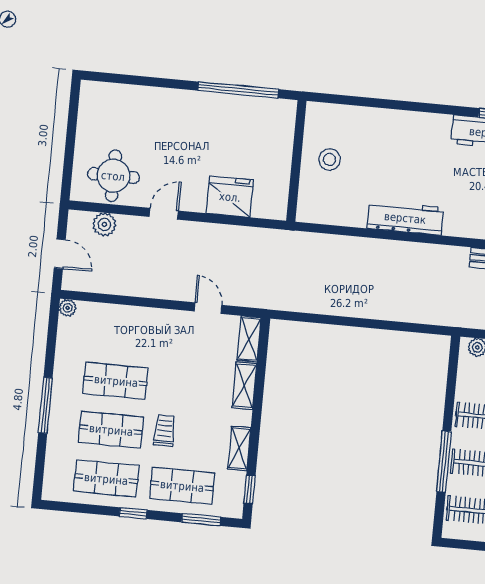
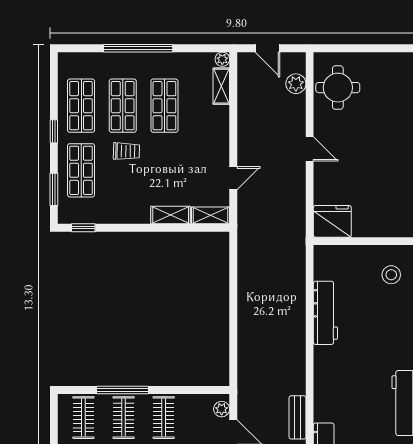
stool: (330, 159) -> (391, 275), moved
fridge: (230, 197) -> (332, 221), moved, turned -90
door: (164, 214) -> (310, 149), moved
workbench: (405, 218) -> (325, 313), moved
door: (60, 254) -> (268, 48), hinge flipped
window: (45, 405) -> (138, 48), width x1.46
shelving: (239, 448) -> (221, 86), moved, turned 90

